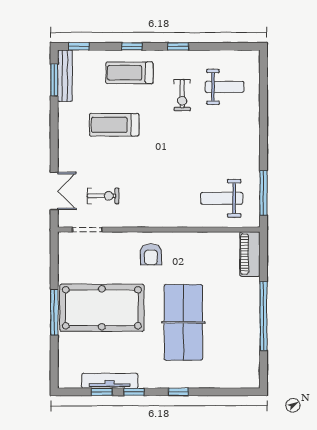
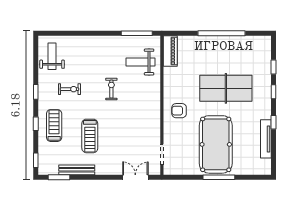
treadmill: (129, 73) -> (54, 125), turned 180
bench: (65, 76) -> (77, 170), moved
weight bench: (225, 87) -> (52, 56), moved
exercise bike: (103, 196) -> (111, 89), moved
weight bench: (222, 198) -> (140, 62), turned 90
armchair: (151, 254) -> (179, 111), turned 180
piano: (250, 254) -> (170, 51), moved, turned -90
window: (102, 392) -> (274, 67), moved

